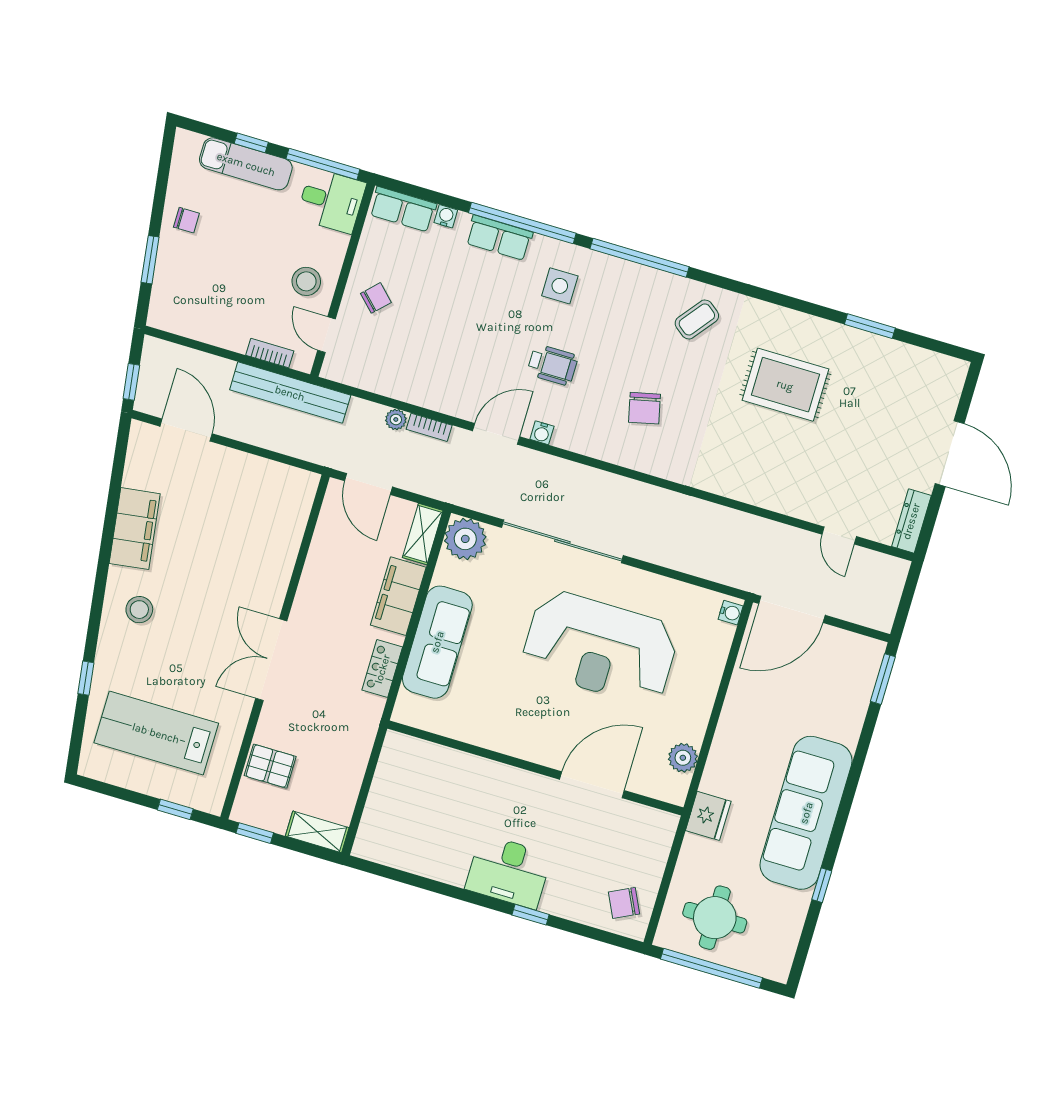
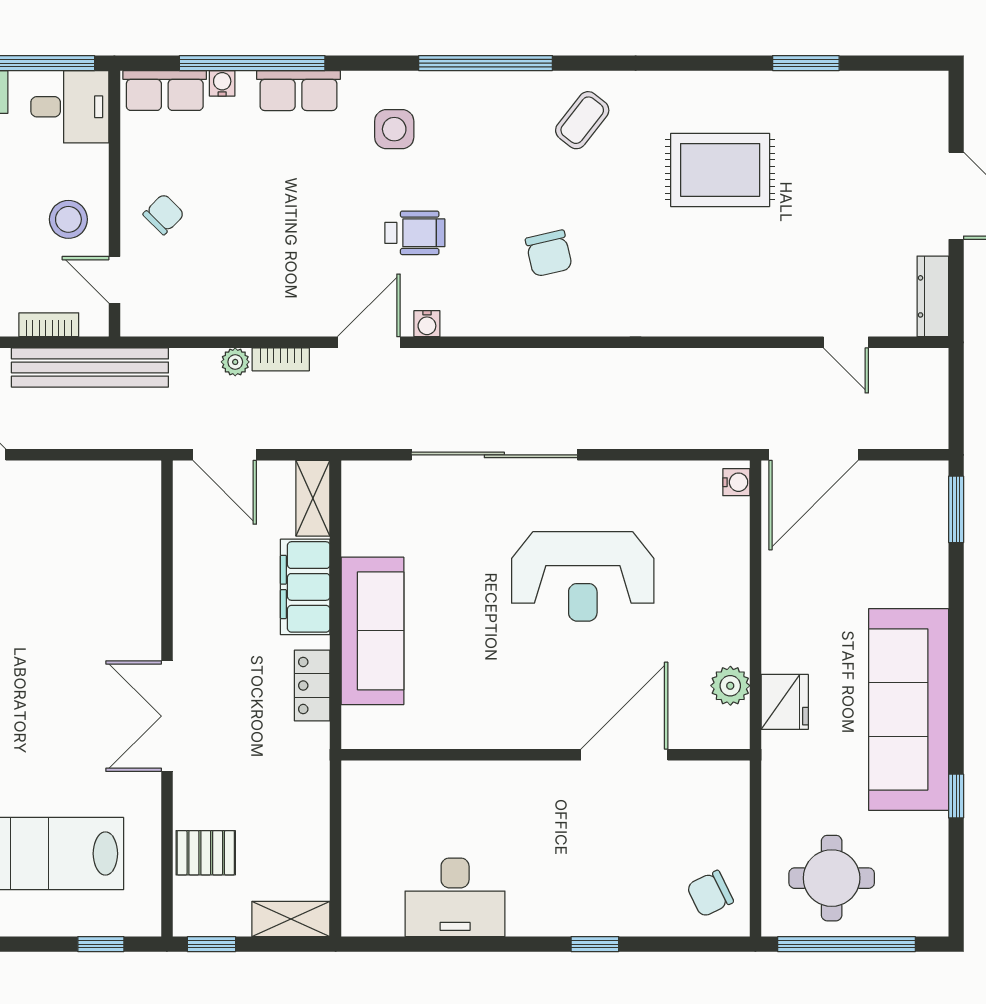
window: (522, 223) -> (252, 63), moved
plant: (465, 539) -> (369, 488), removed
reception desk: (600, 648) -> (583, 576), width x0.74, depth x0.77
fridge: (708, 816) -> (785, 702), moved
desk: (509, 872) -> (455, 897), moved

